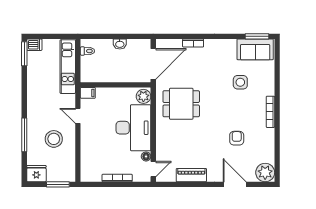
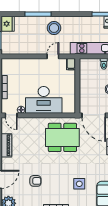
plant: (143, 96) -> (68, 108), removed
dining table: (181, 104) -> (62, 137), width x1.37
stool: (54, 139) -> (54, 28), moved

